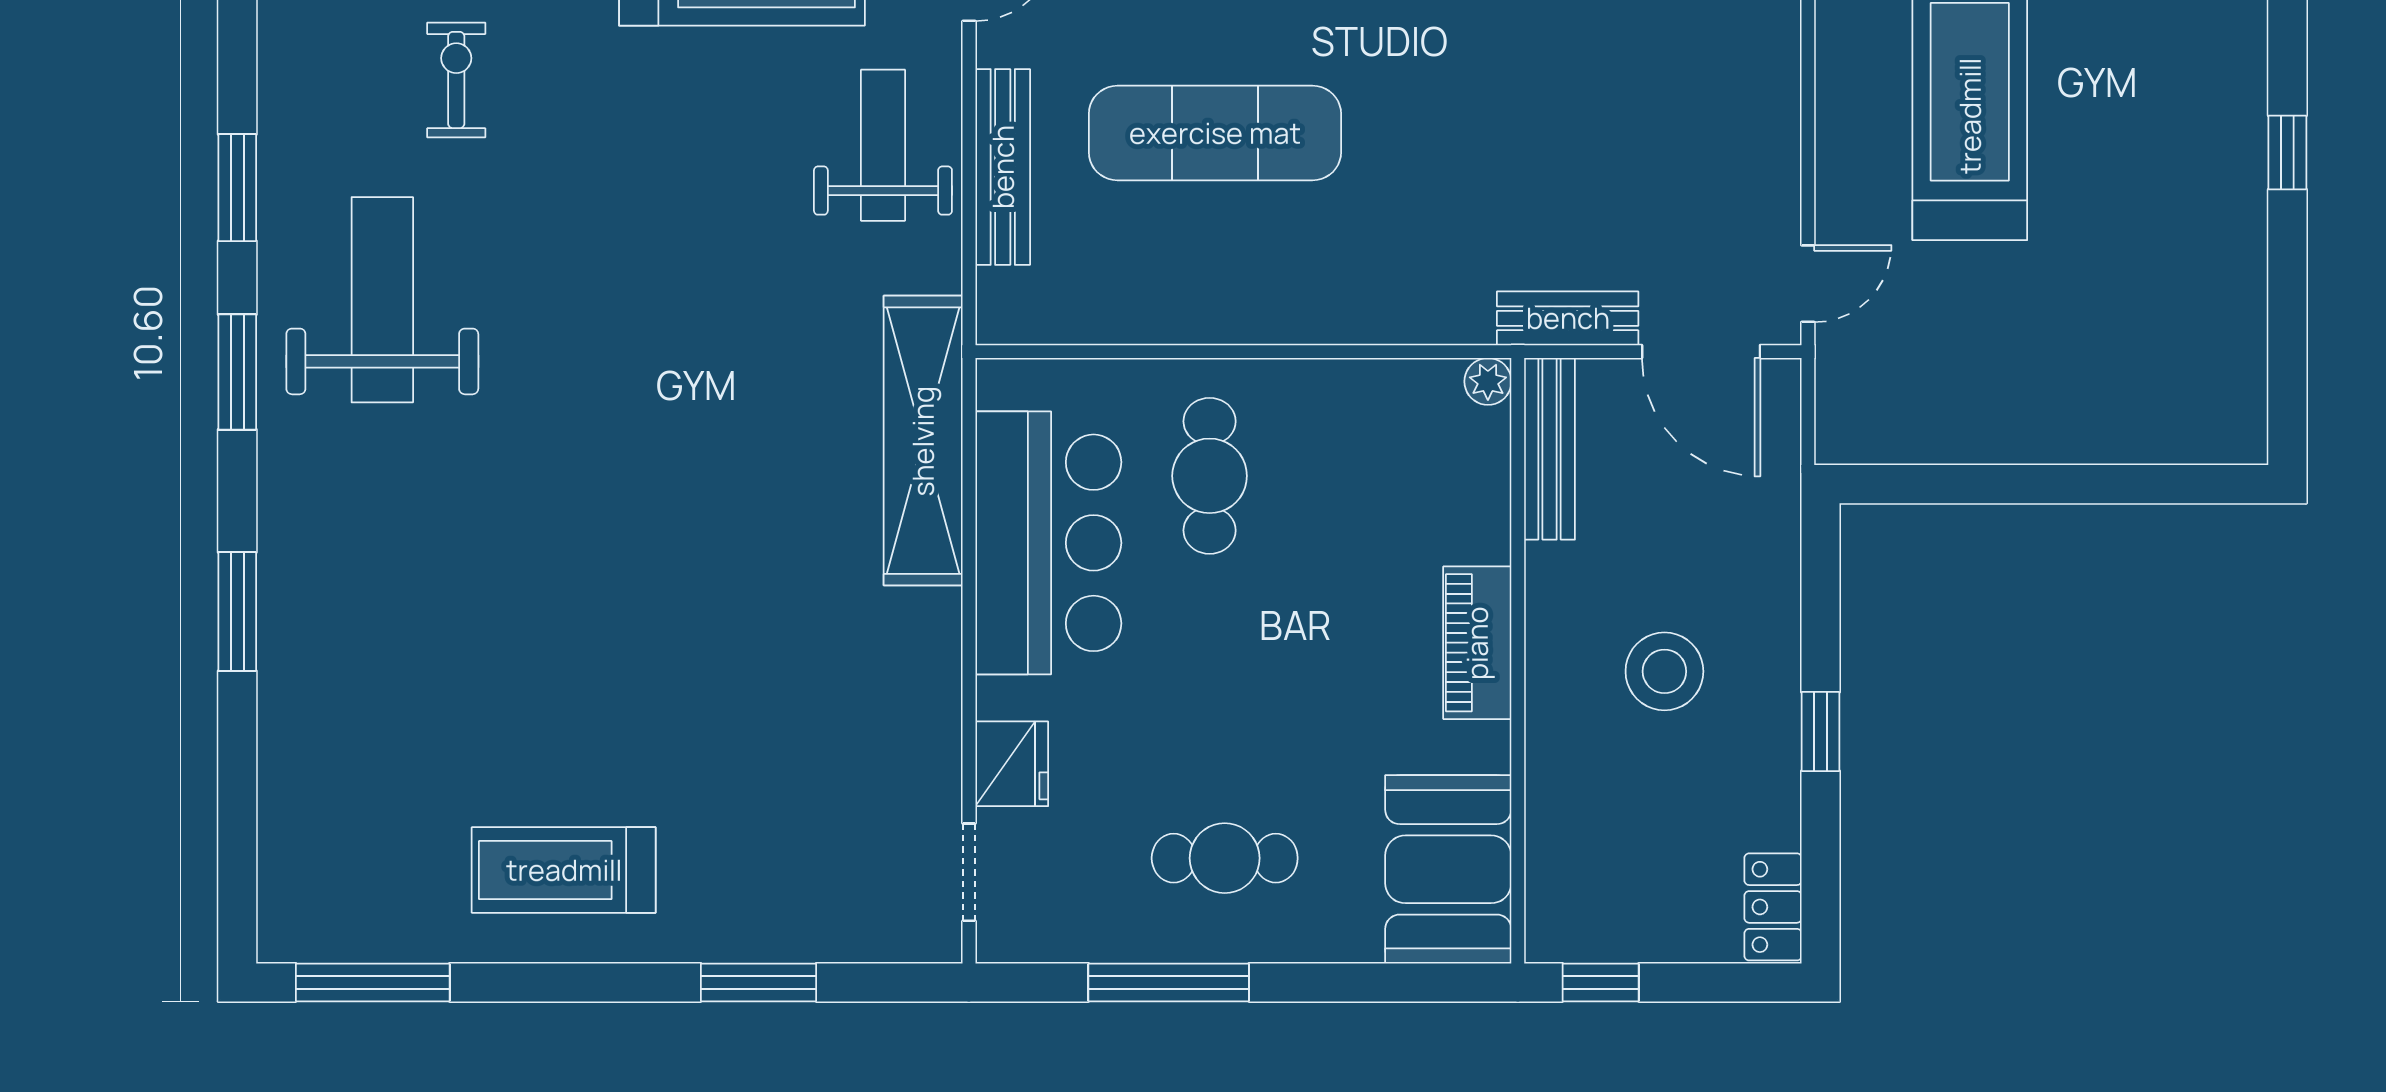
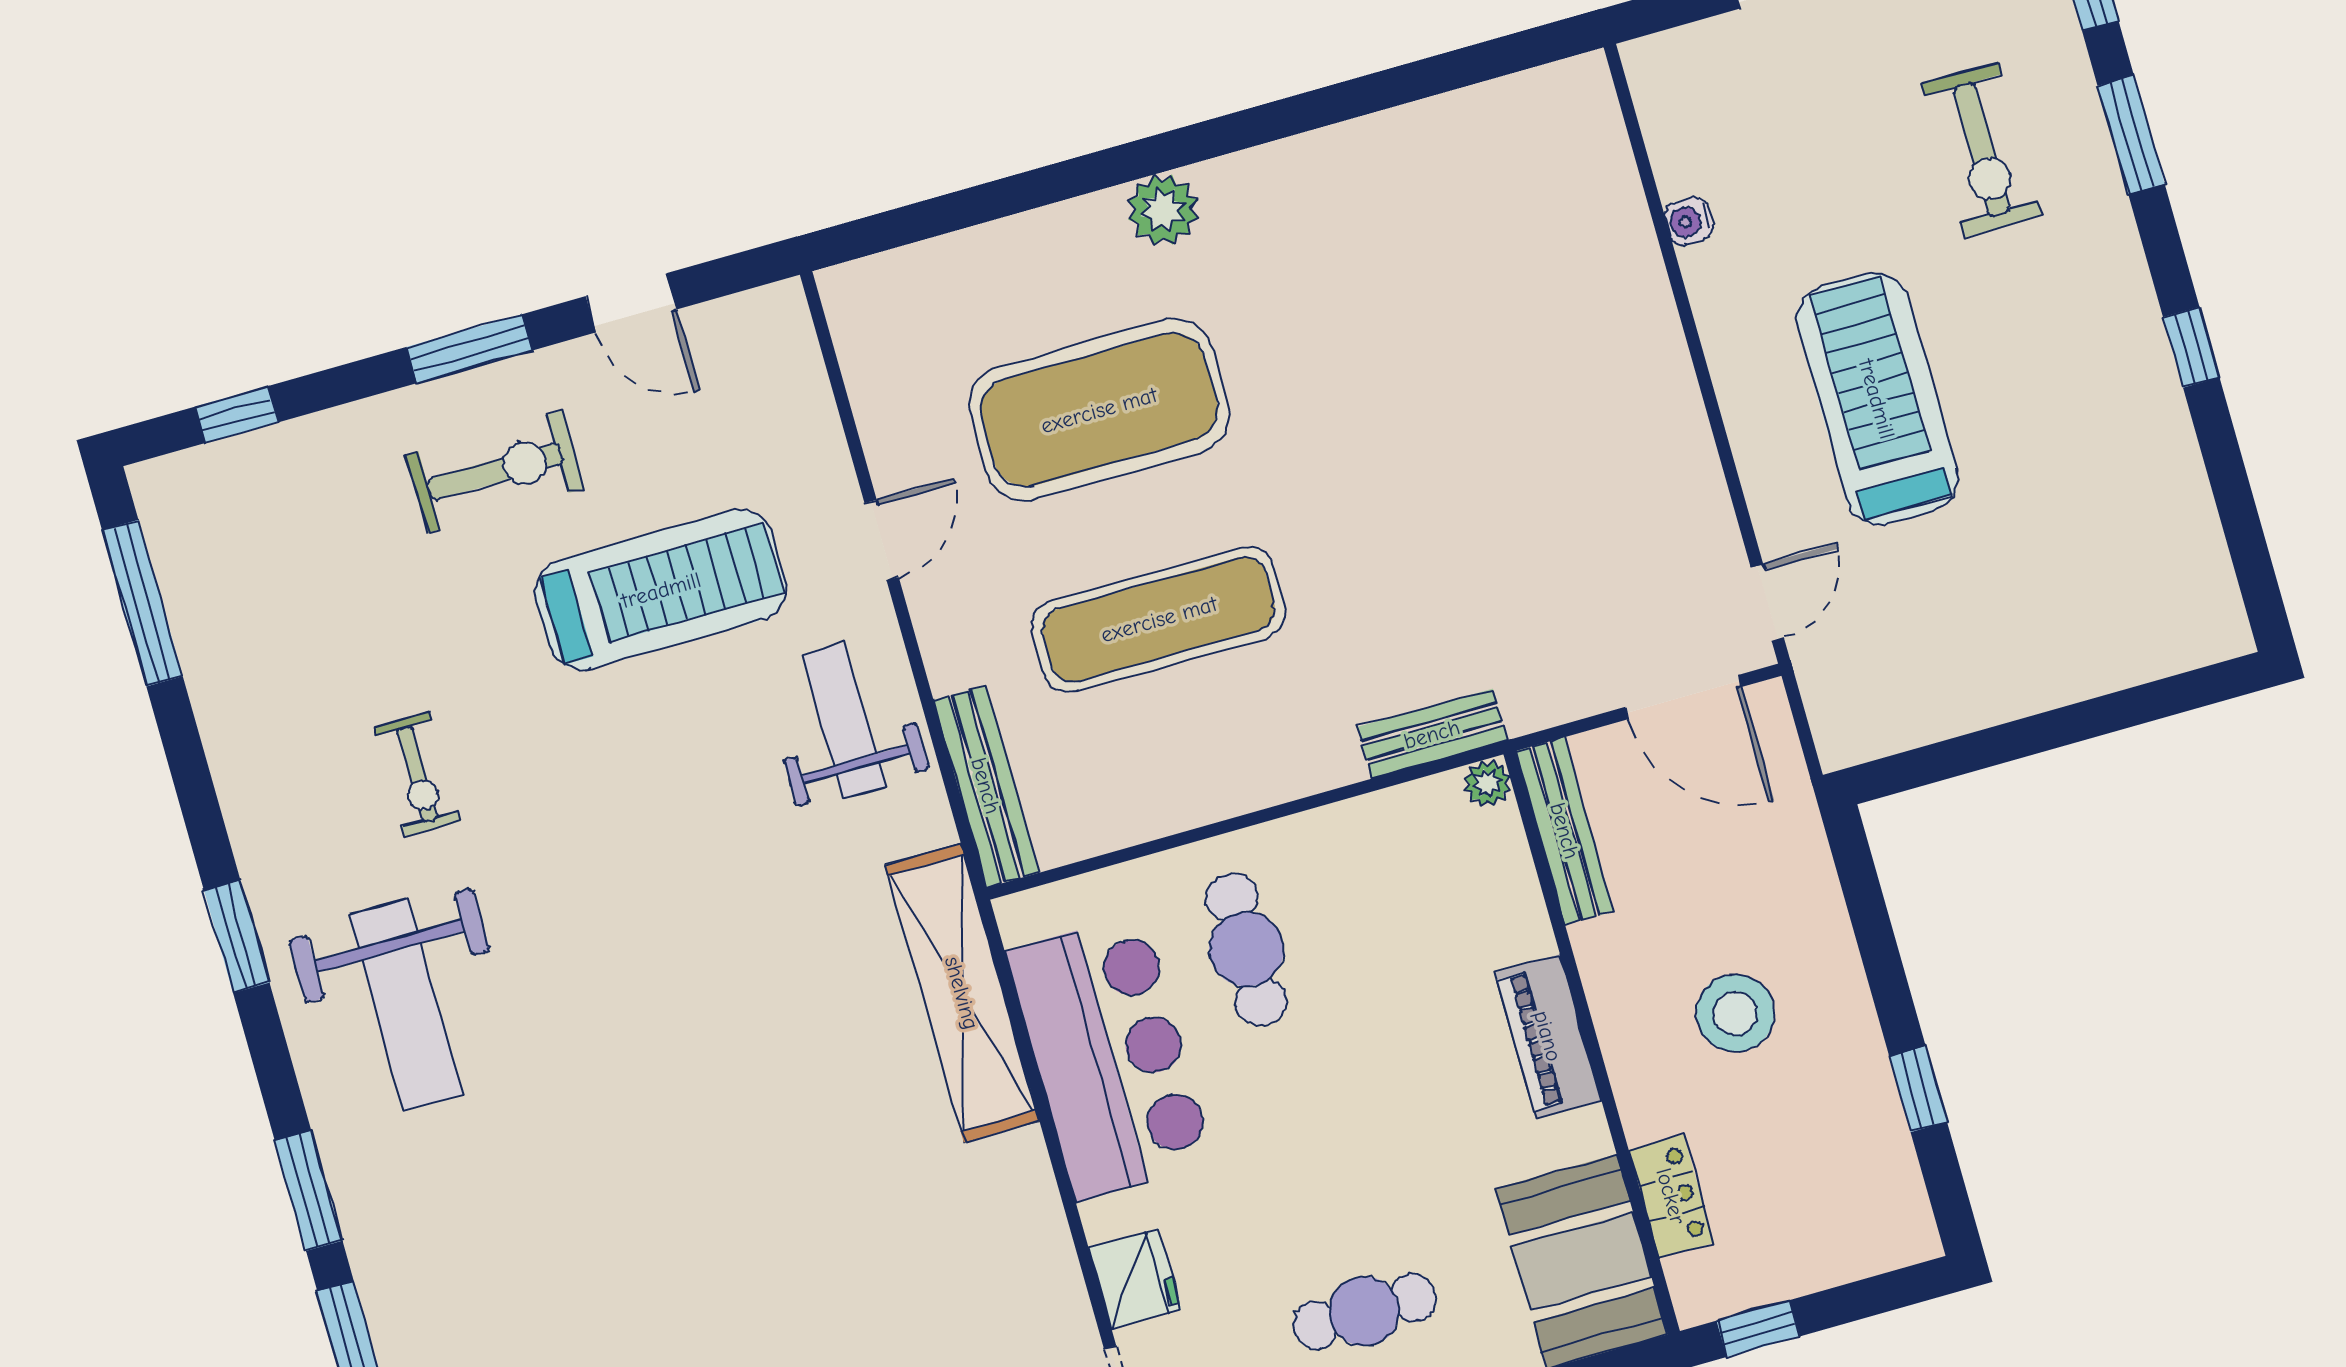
exercise bike: (456, 80) -> (417, 774), turned 180
bench: (1003, 167) -> (986, 786), moved
weight bench: (382, 300) -> (406, 1005), turned 180
bench: (1568, 318) -> (1432, 734), moved
window: (237, 372) -> (309, 1191), moved
window: (1821, 732) -> (1918, 1089), moved
locker: (1773, 907) -> (1671, 1196), moved, turned 180

